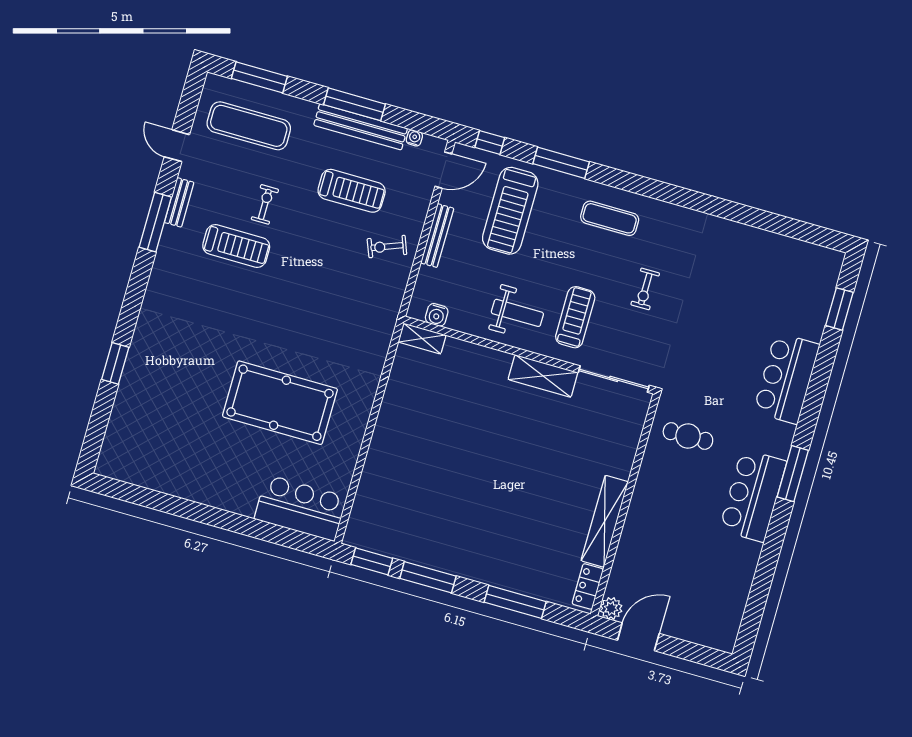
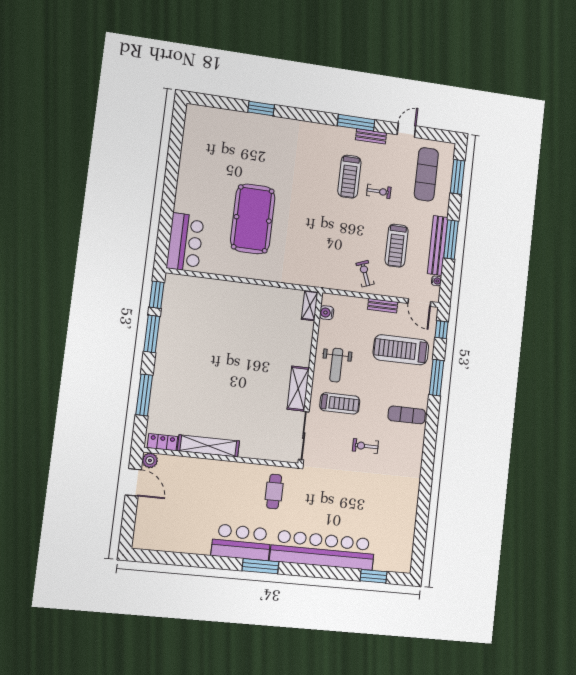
exercise mat: (610, 218) -> (407, 415), turned 90
bench: (437, 236) -> (383, 306), width x0.73
bar counter: (787, 378) -> (323, 550), width x1.86

